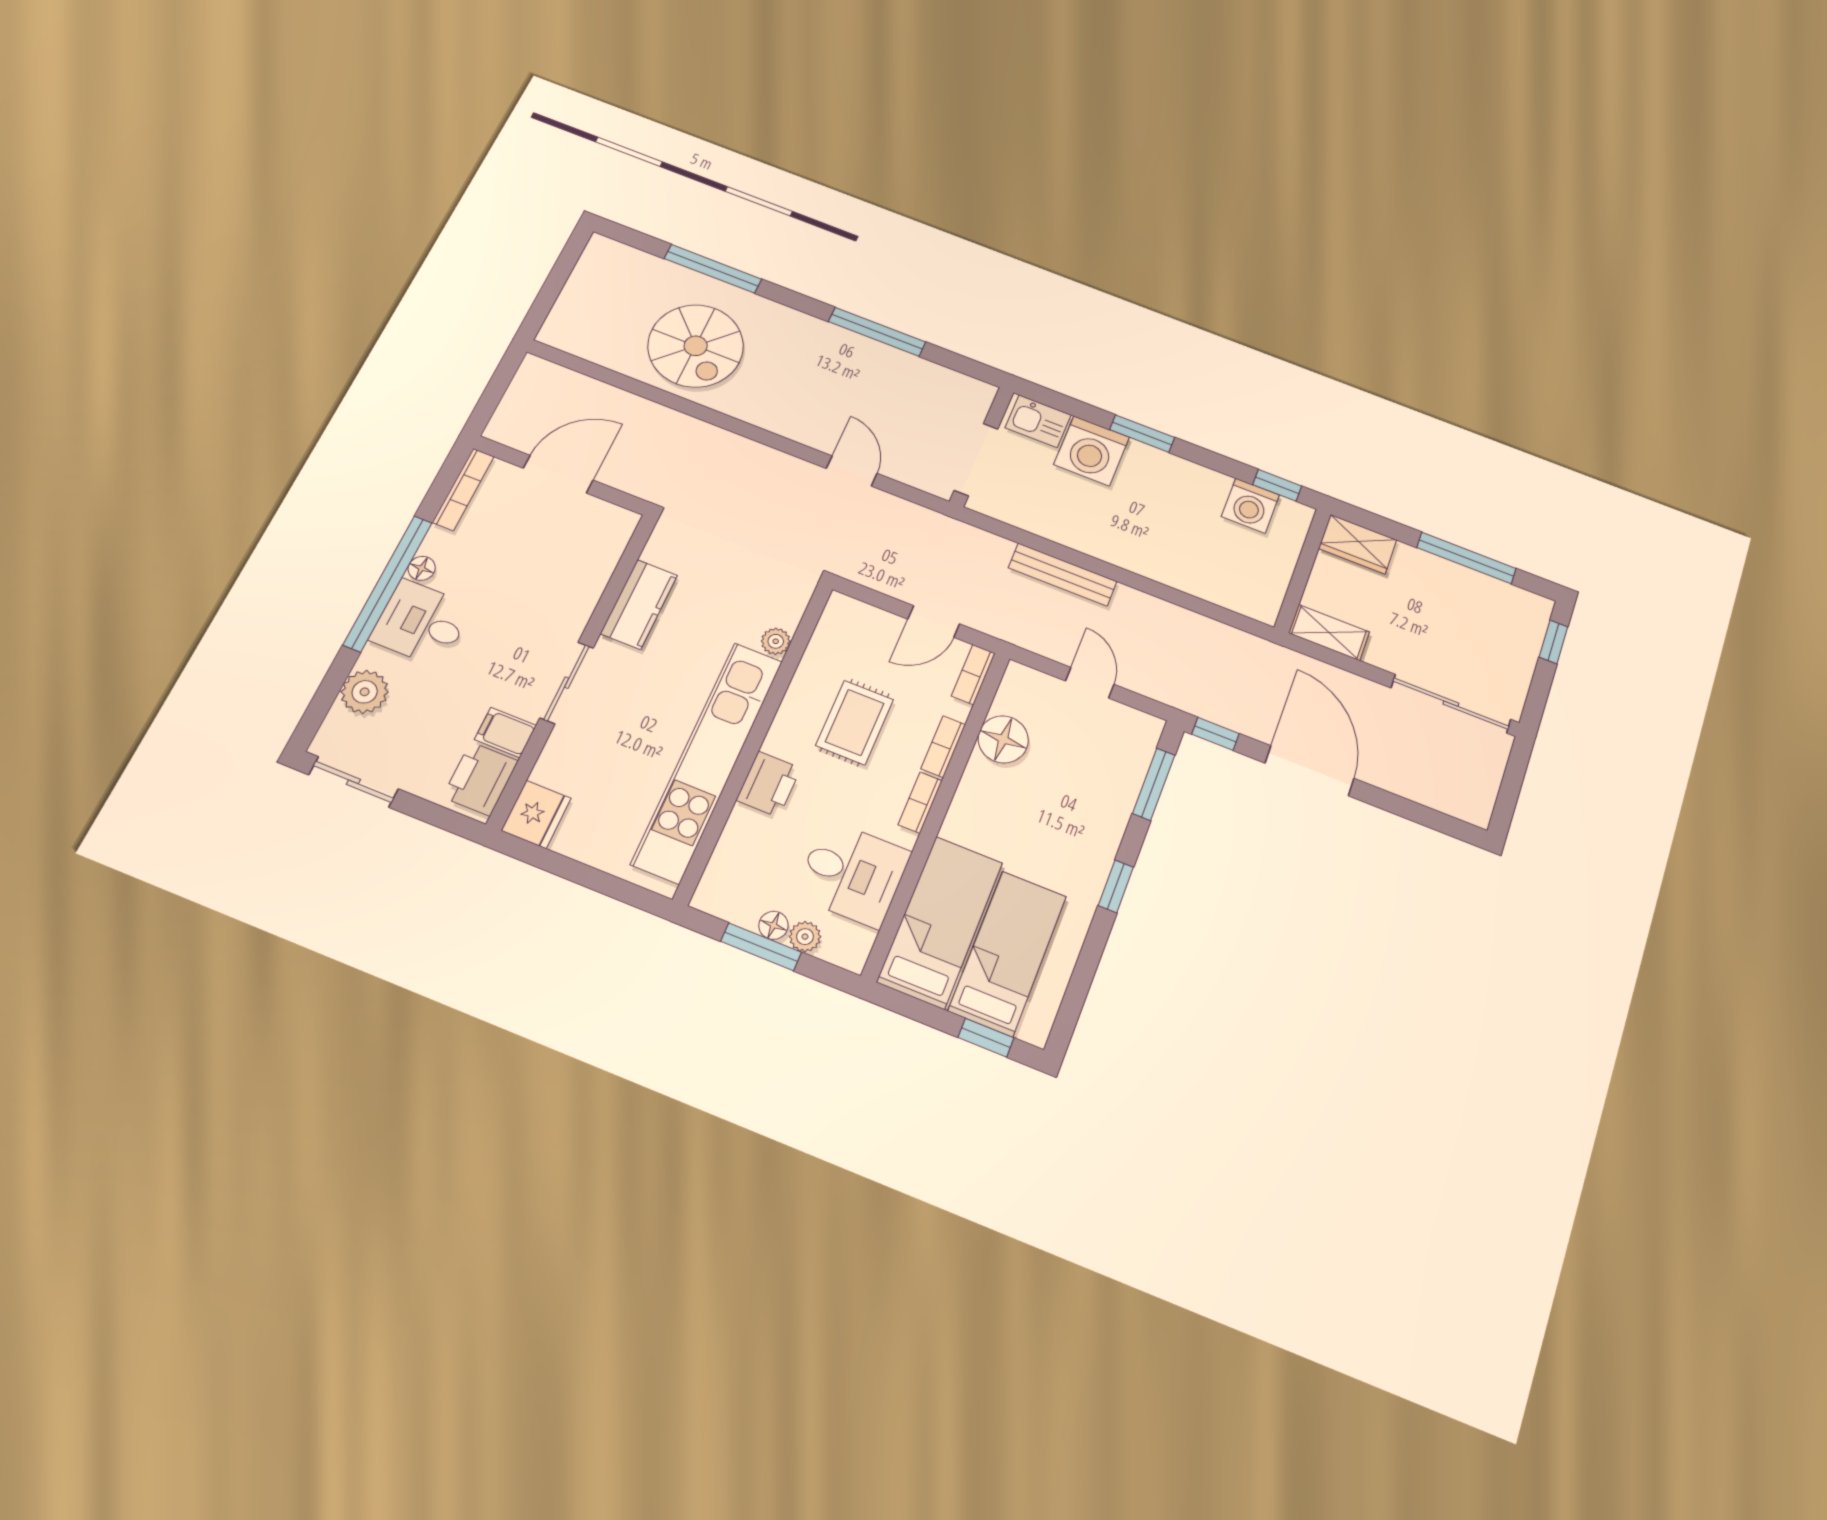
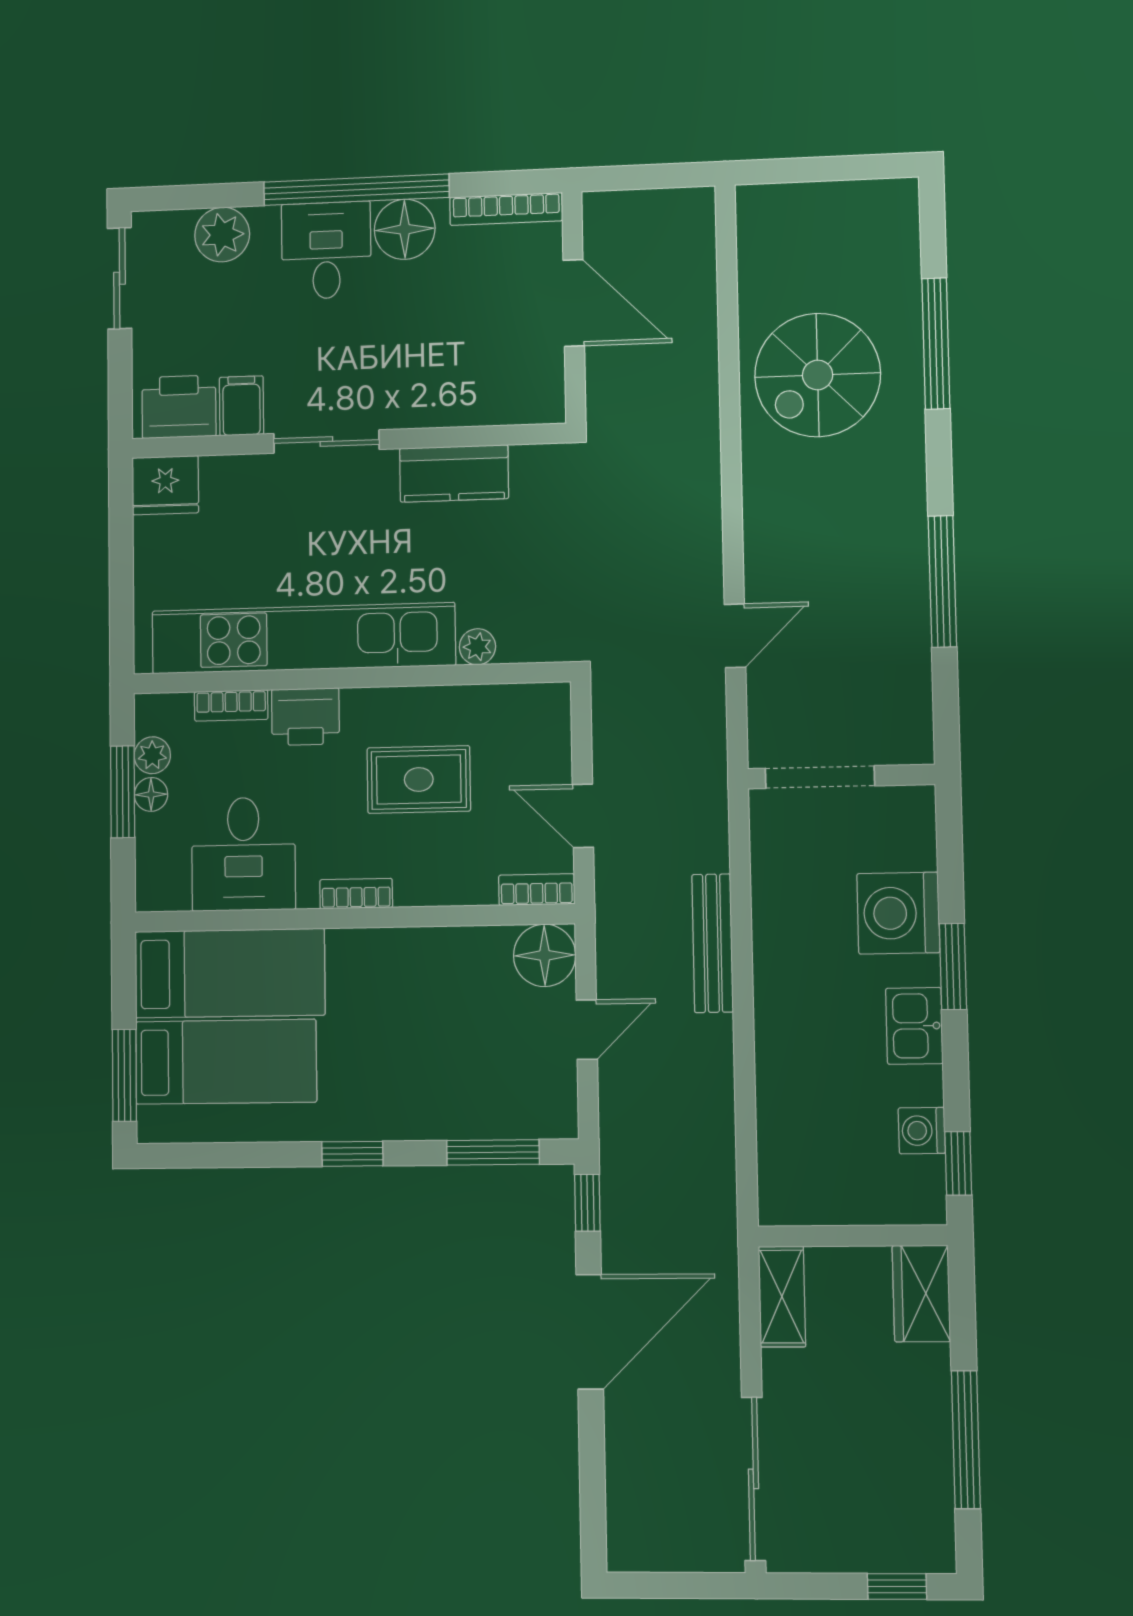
kitchen sink: (1038, 421) -> (914, 1026), moved
washing machine: (1250, 506) -> (922, 1131), width x0.73, depth x0.73
floor lamp: (422, 568) -> (405, 229), width x1.89, depth x1.89
floor lamp: (1003, 739) -> (545, 955), moved
bookcase: (943, 747) -> (231, 705), moved, turned 180
plant: (805, 937) -> (152, 755), moved
window: (986, 1038) -> (124, 1075), width x1.50

